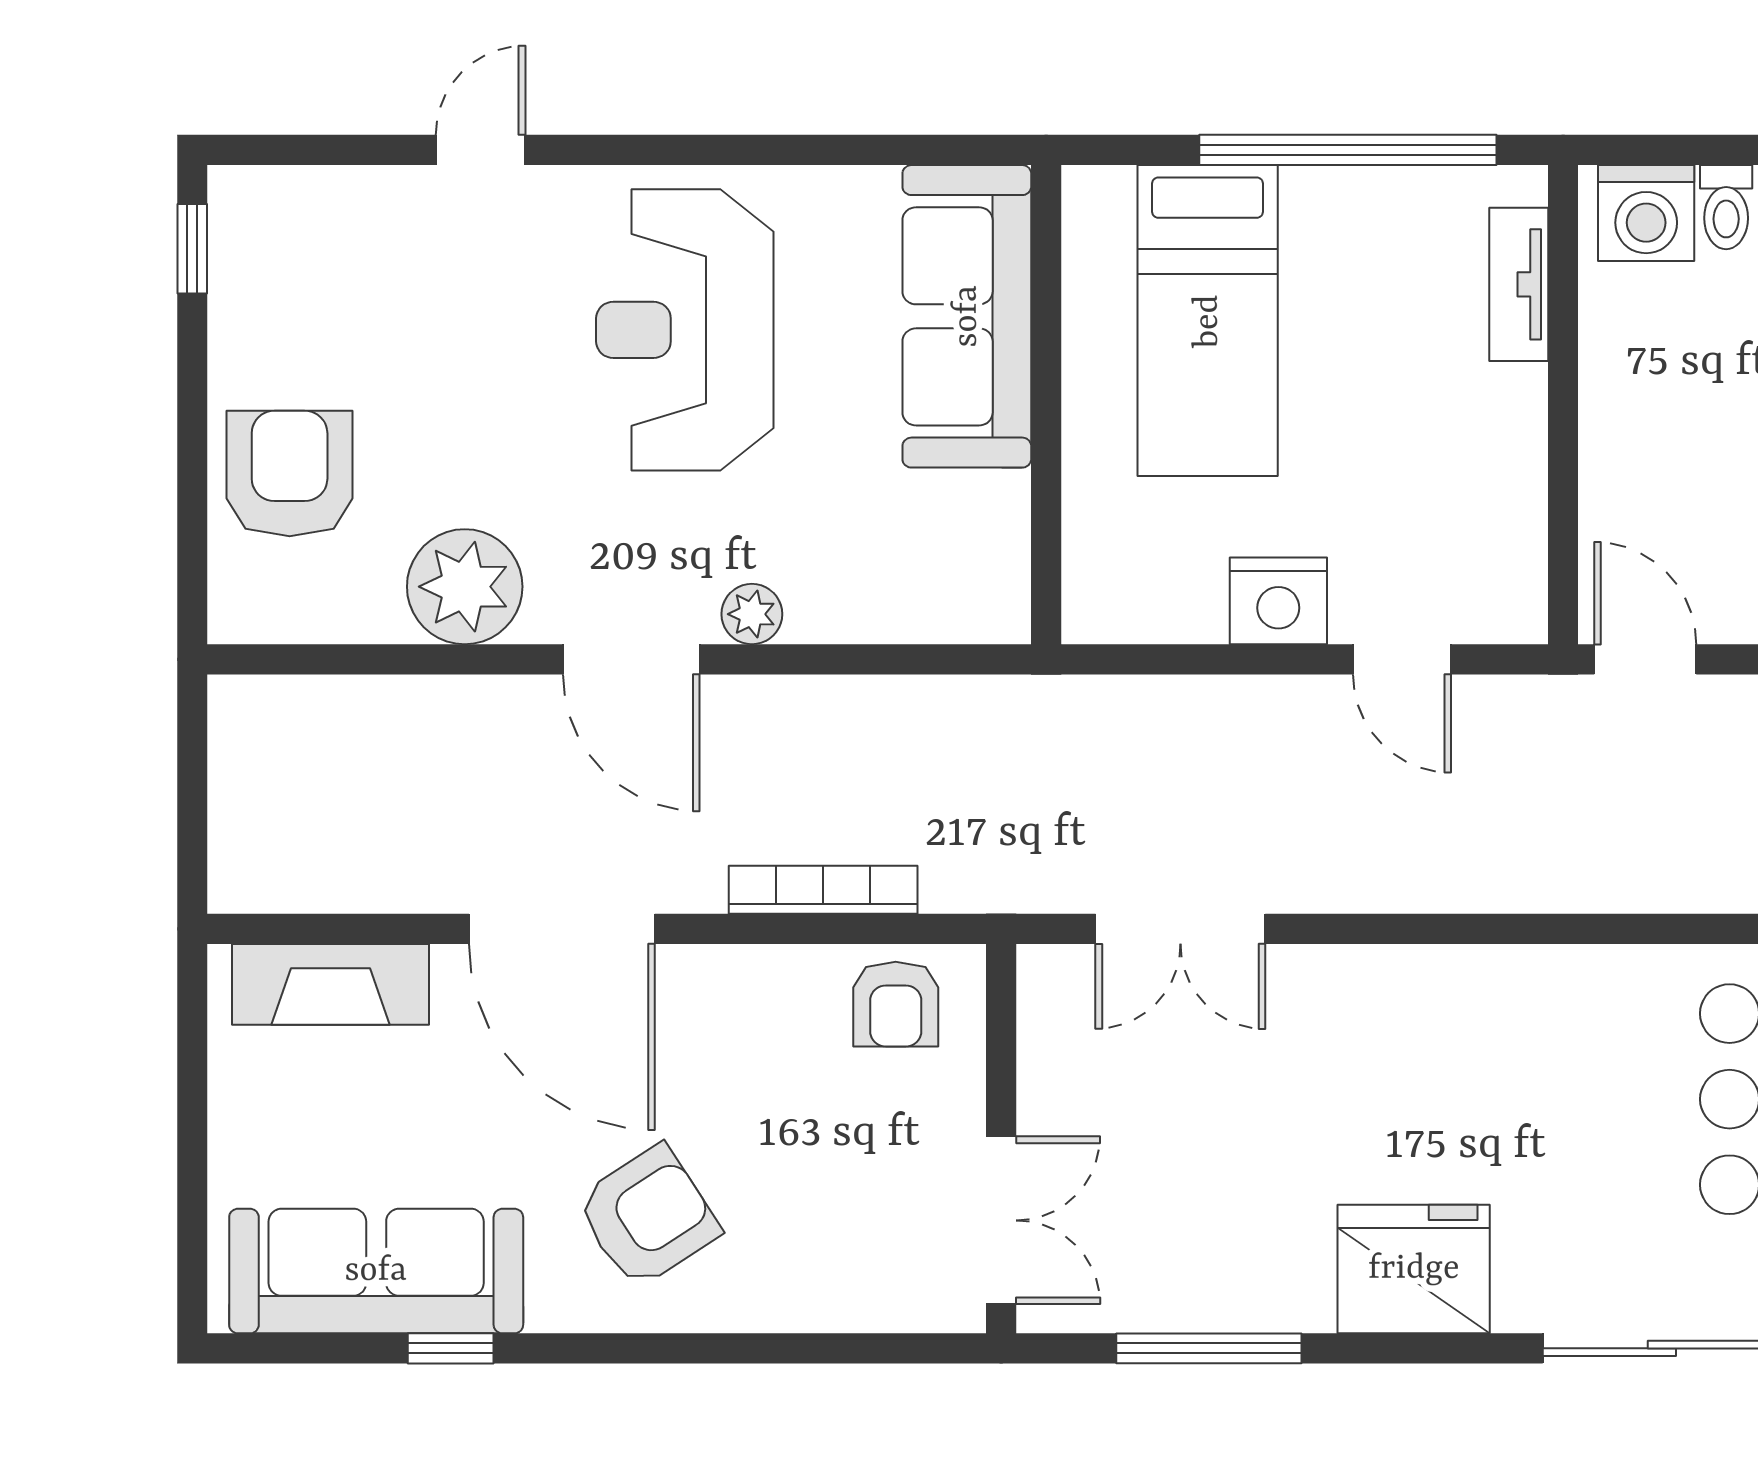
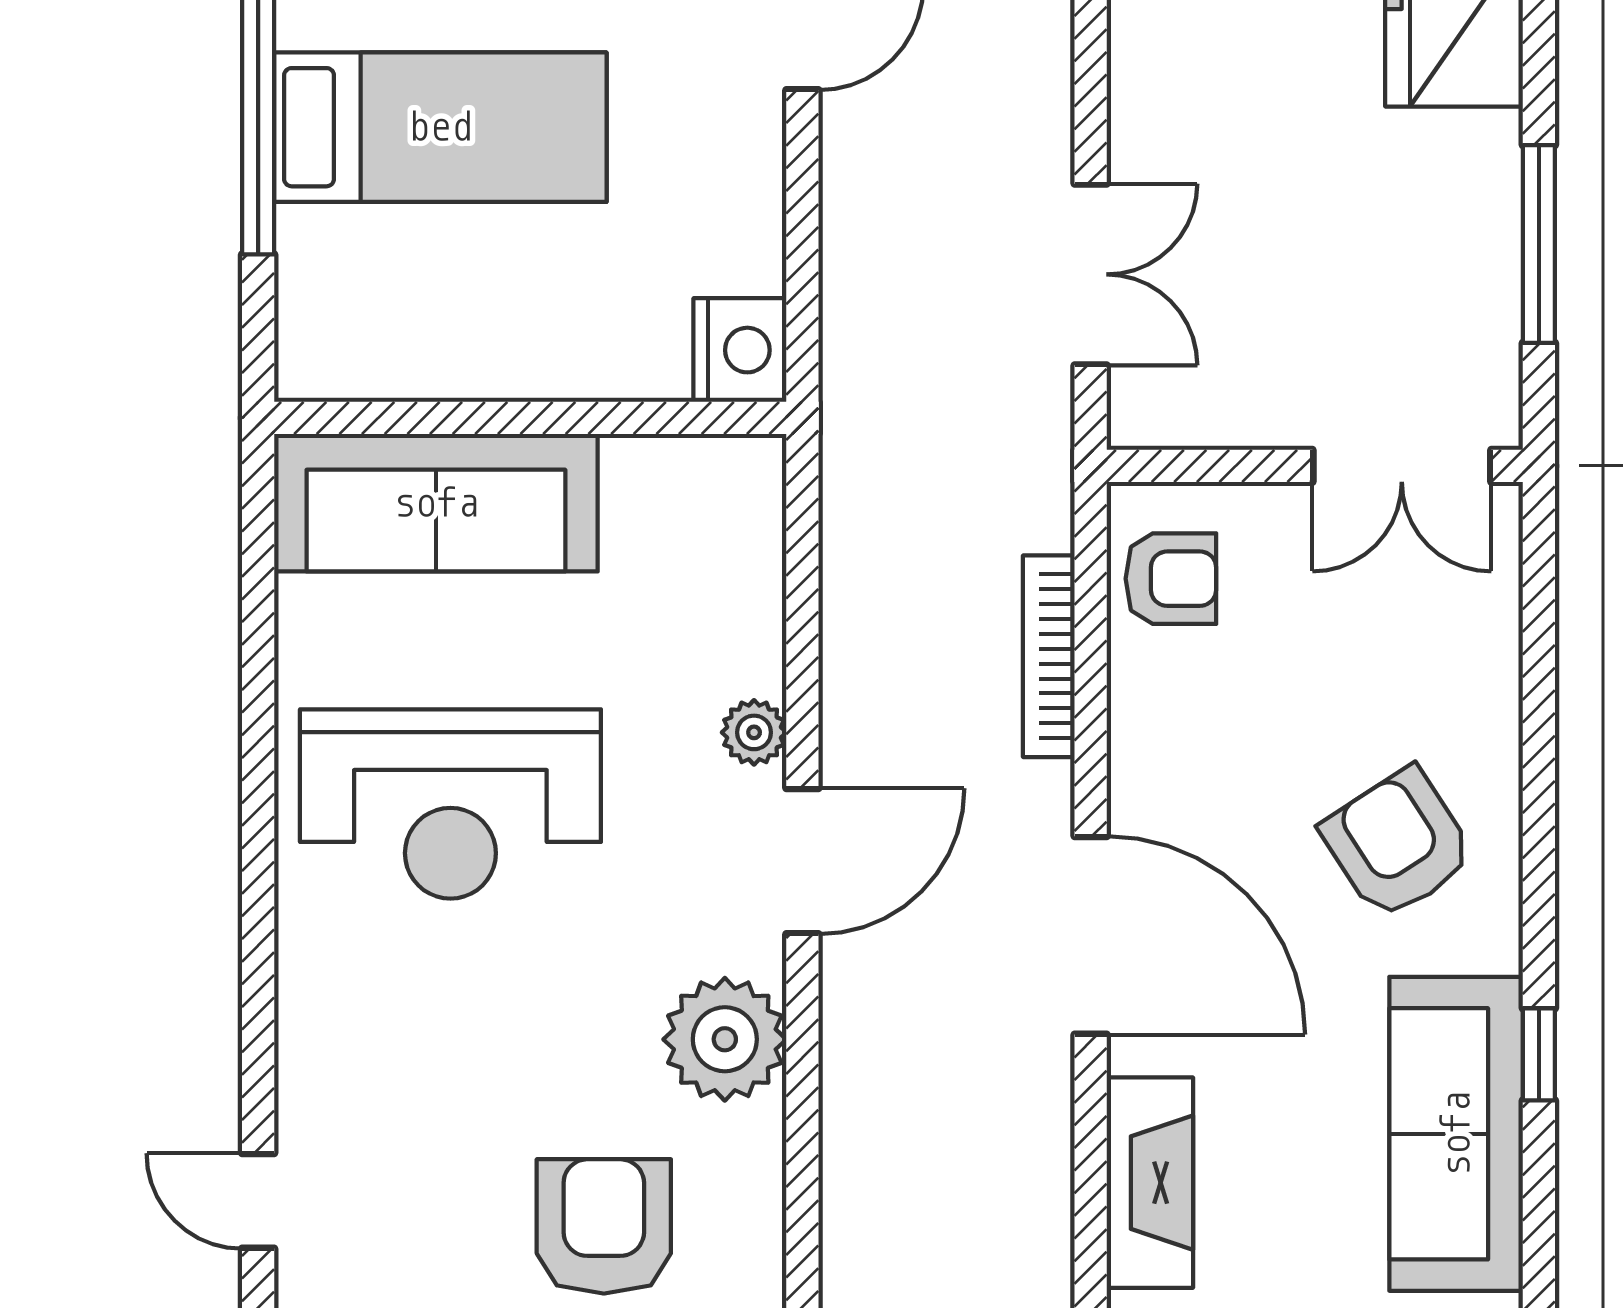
door: (481, 150) -> (258, 1201), moved
bed: (1208, 321) -> (440, 127), moved
armchair: (290, 473) -> (604, 1226), turned 90
nightstand: (1278, 601) -> (740, 350), moved
door: (562, 929) -> (1091, 935), hinge flipped
double door: (1001, 1220) -> (1402, 466), swing flipped

